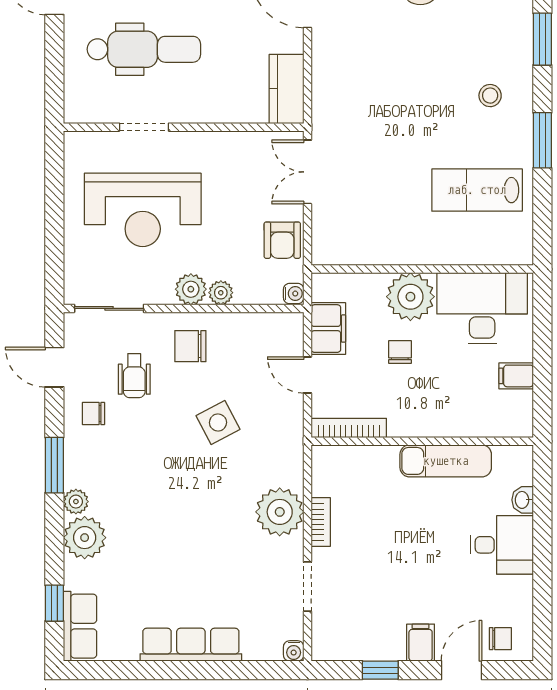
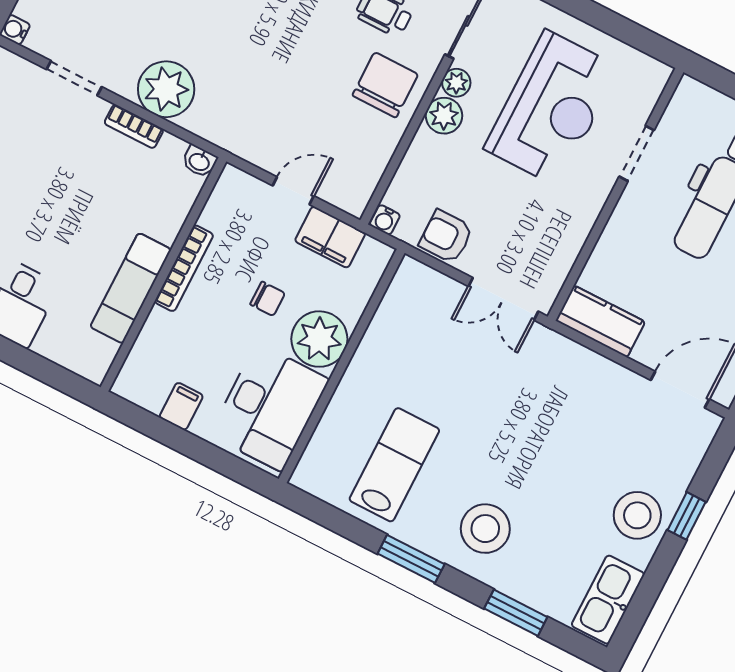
stool: (490, 96) -> (485, 529), width x1.89, depth x1.89
double door: (307, 172) -> (503, 299), swing flipped
reception desk: (143, 210) -> (552, 108), turned 180
plant: (221, 293) -> (456, 83), moved
chair: (190, 346) -> (385, 85), width x1.37, depth x1.37
side table: (218, 423) -> (292, 73), removed
bookcase: (349, 428) -> (184, 268), moved
washbasin: (523, 500) -> (199, 161), moved, turned 180

